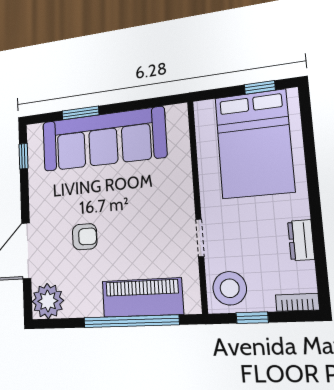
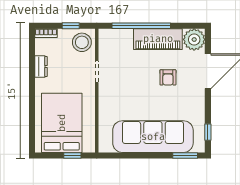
window: (260, 87) -> (72, 155), moved
window: (80, 113) -> (185, 155), moved
armchair: (85, 237) -> (168, 77), turned -90
piano: (142, 298) -> (158, 39), moved

